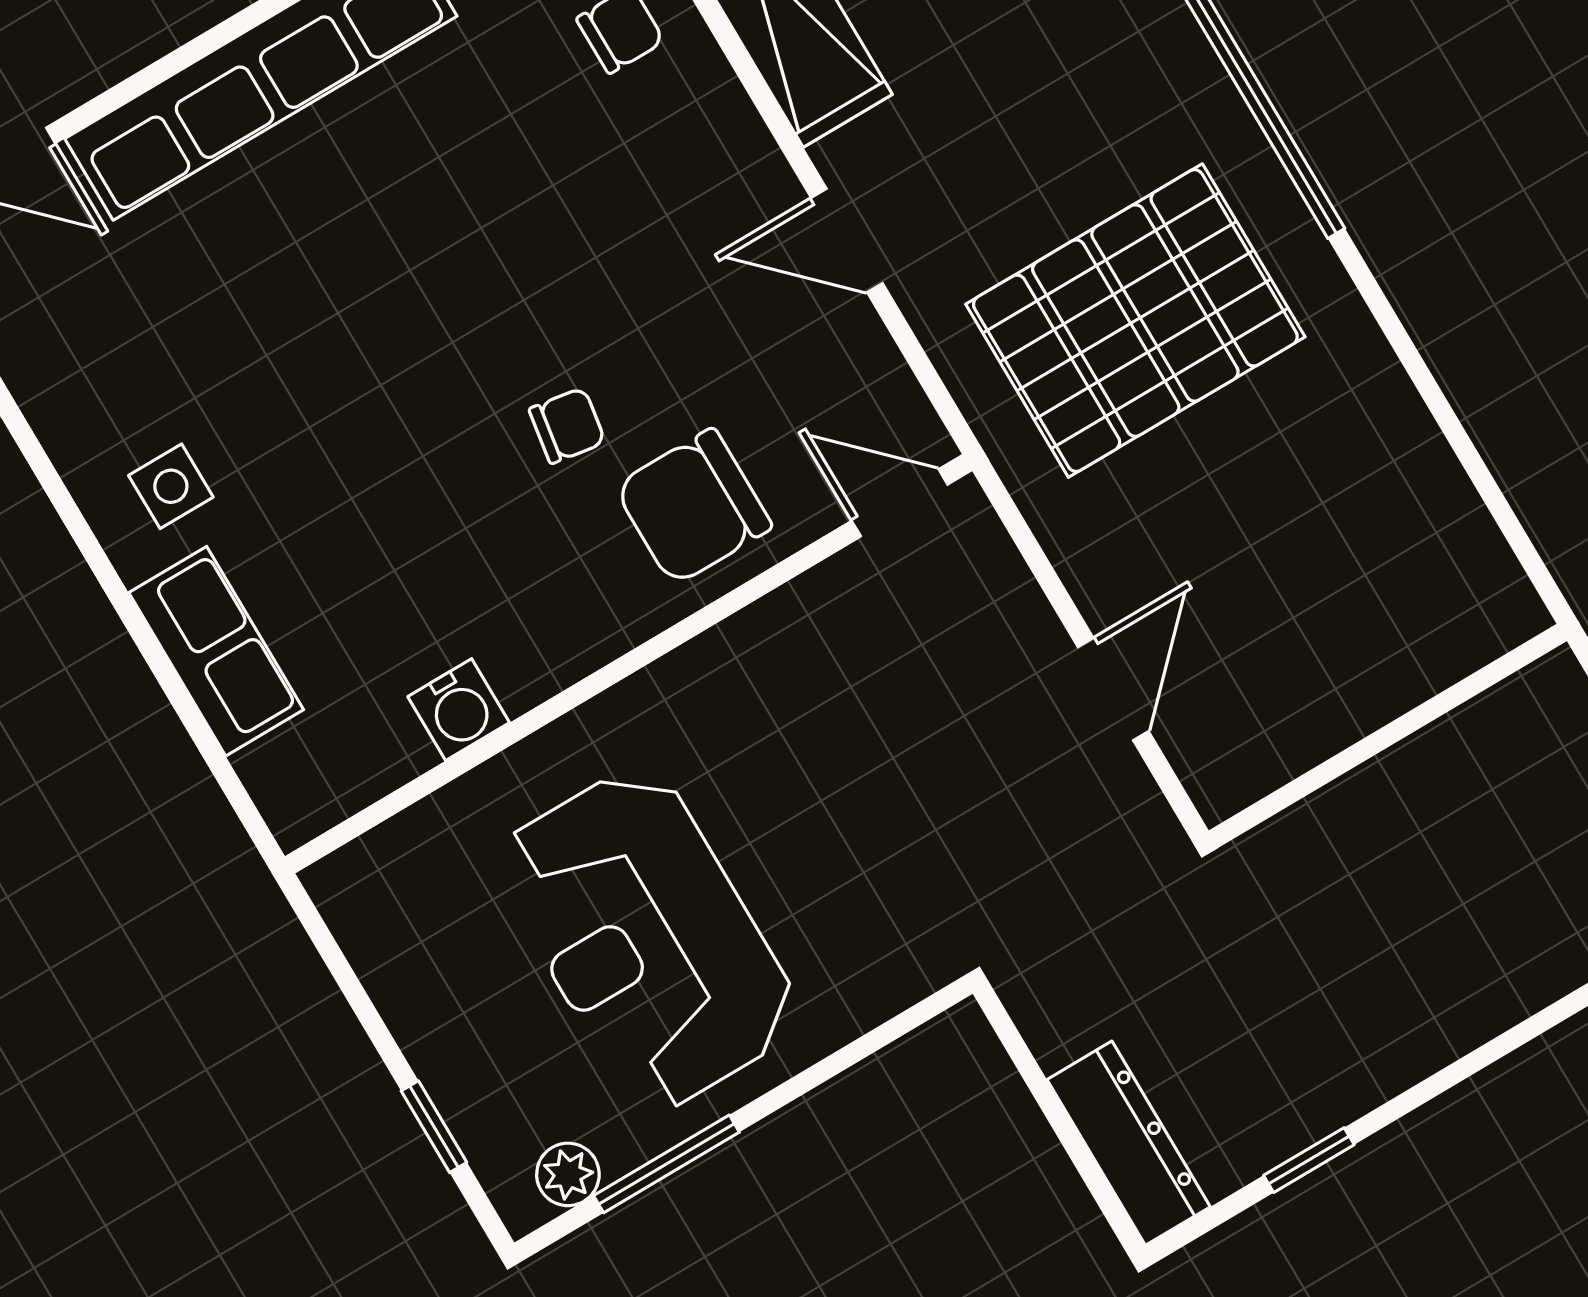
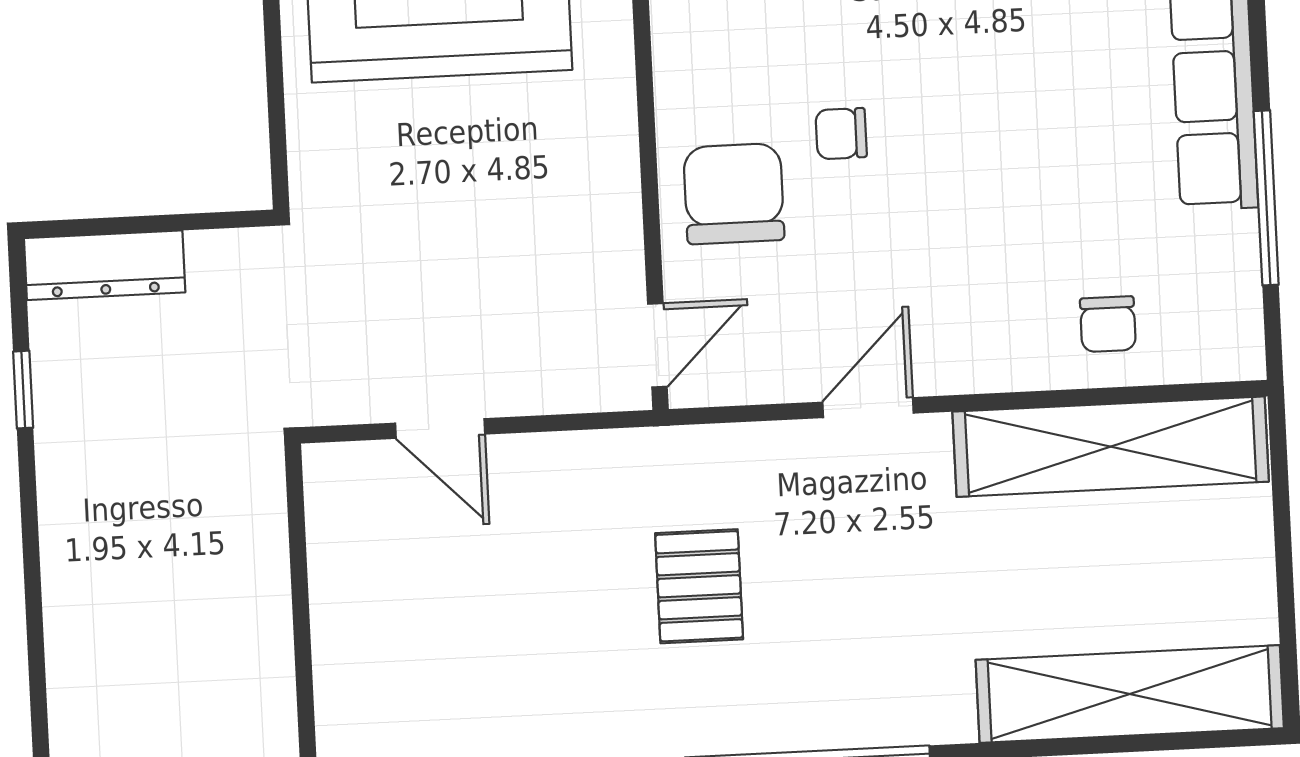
pallet: (1135, 321) -> (699, 586), width x0.49, depth x0.50
chair: (567, 426) -> (841, 134), turned 81

